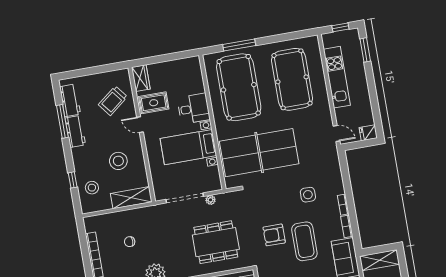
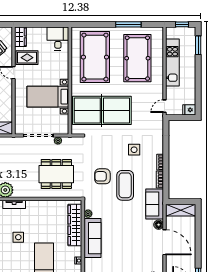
window: (239, 45) -> (128, 24), moved
desk: (194, 109) -> (58, 39), moved, turned -90
door: (337, 134) -> (164, 106), swing flipped

